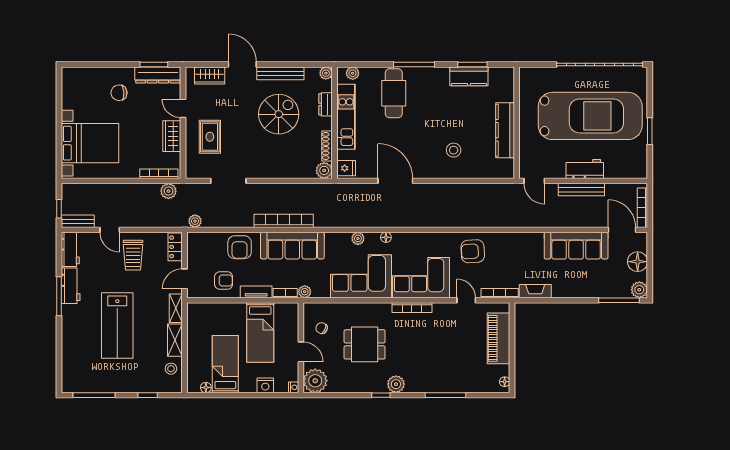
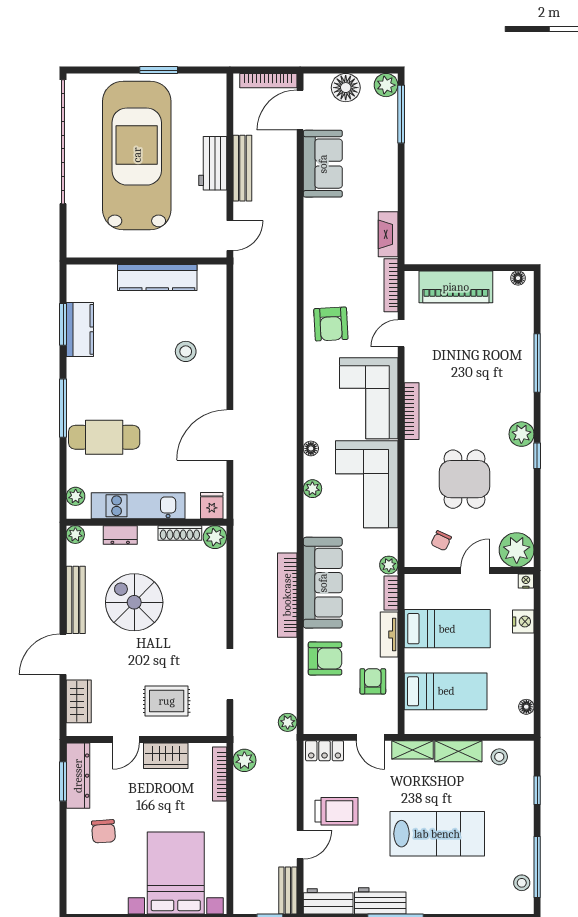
sofa: (576, 246) -> (323, 164), width x0.73
bed: (225, 364) -> (446, 691), moved, turned 180
stool: (83, 384) -> (522, 883), added

